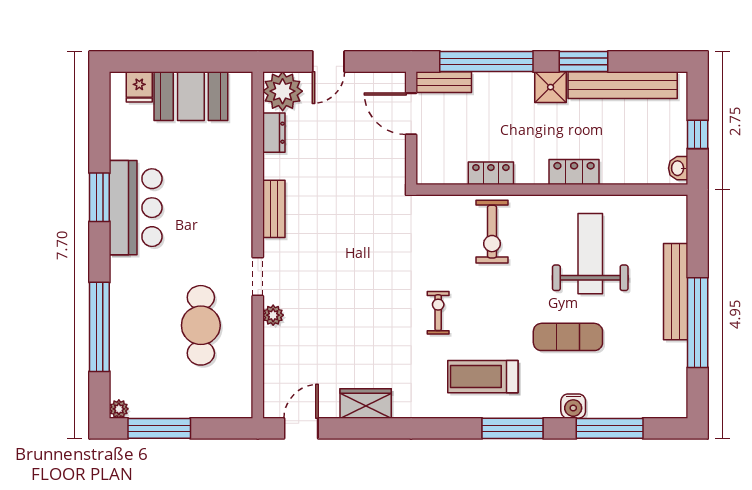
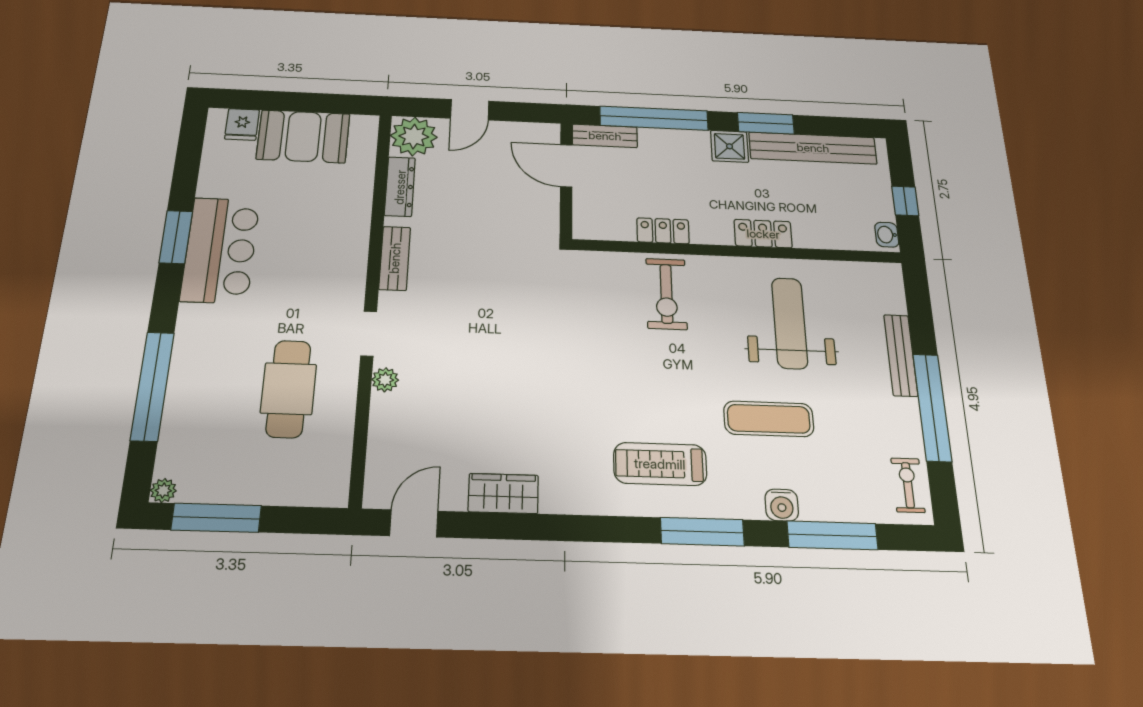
dresser: (274, 133) -> (400, 187), width x1.44
bench: (676, 292) -> (901, 355), width x0.73, depth x0.82
exercise bike: (438, 313) -> (908, 485), moved

